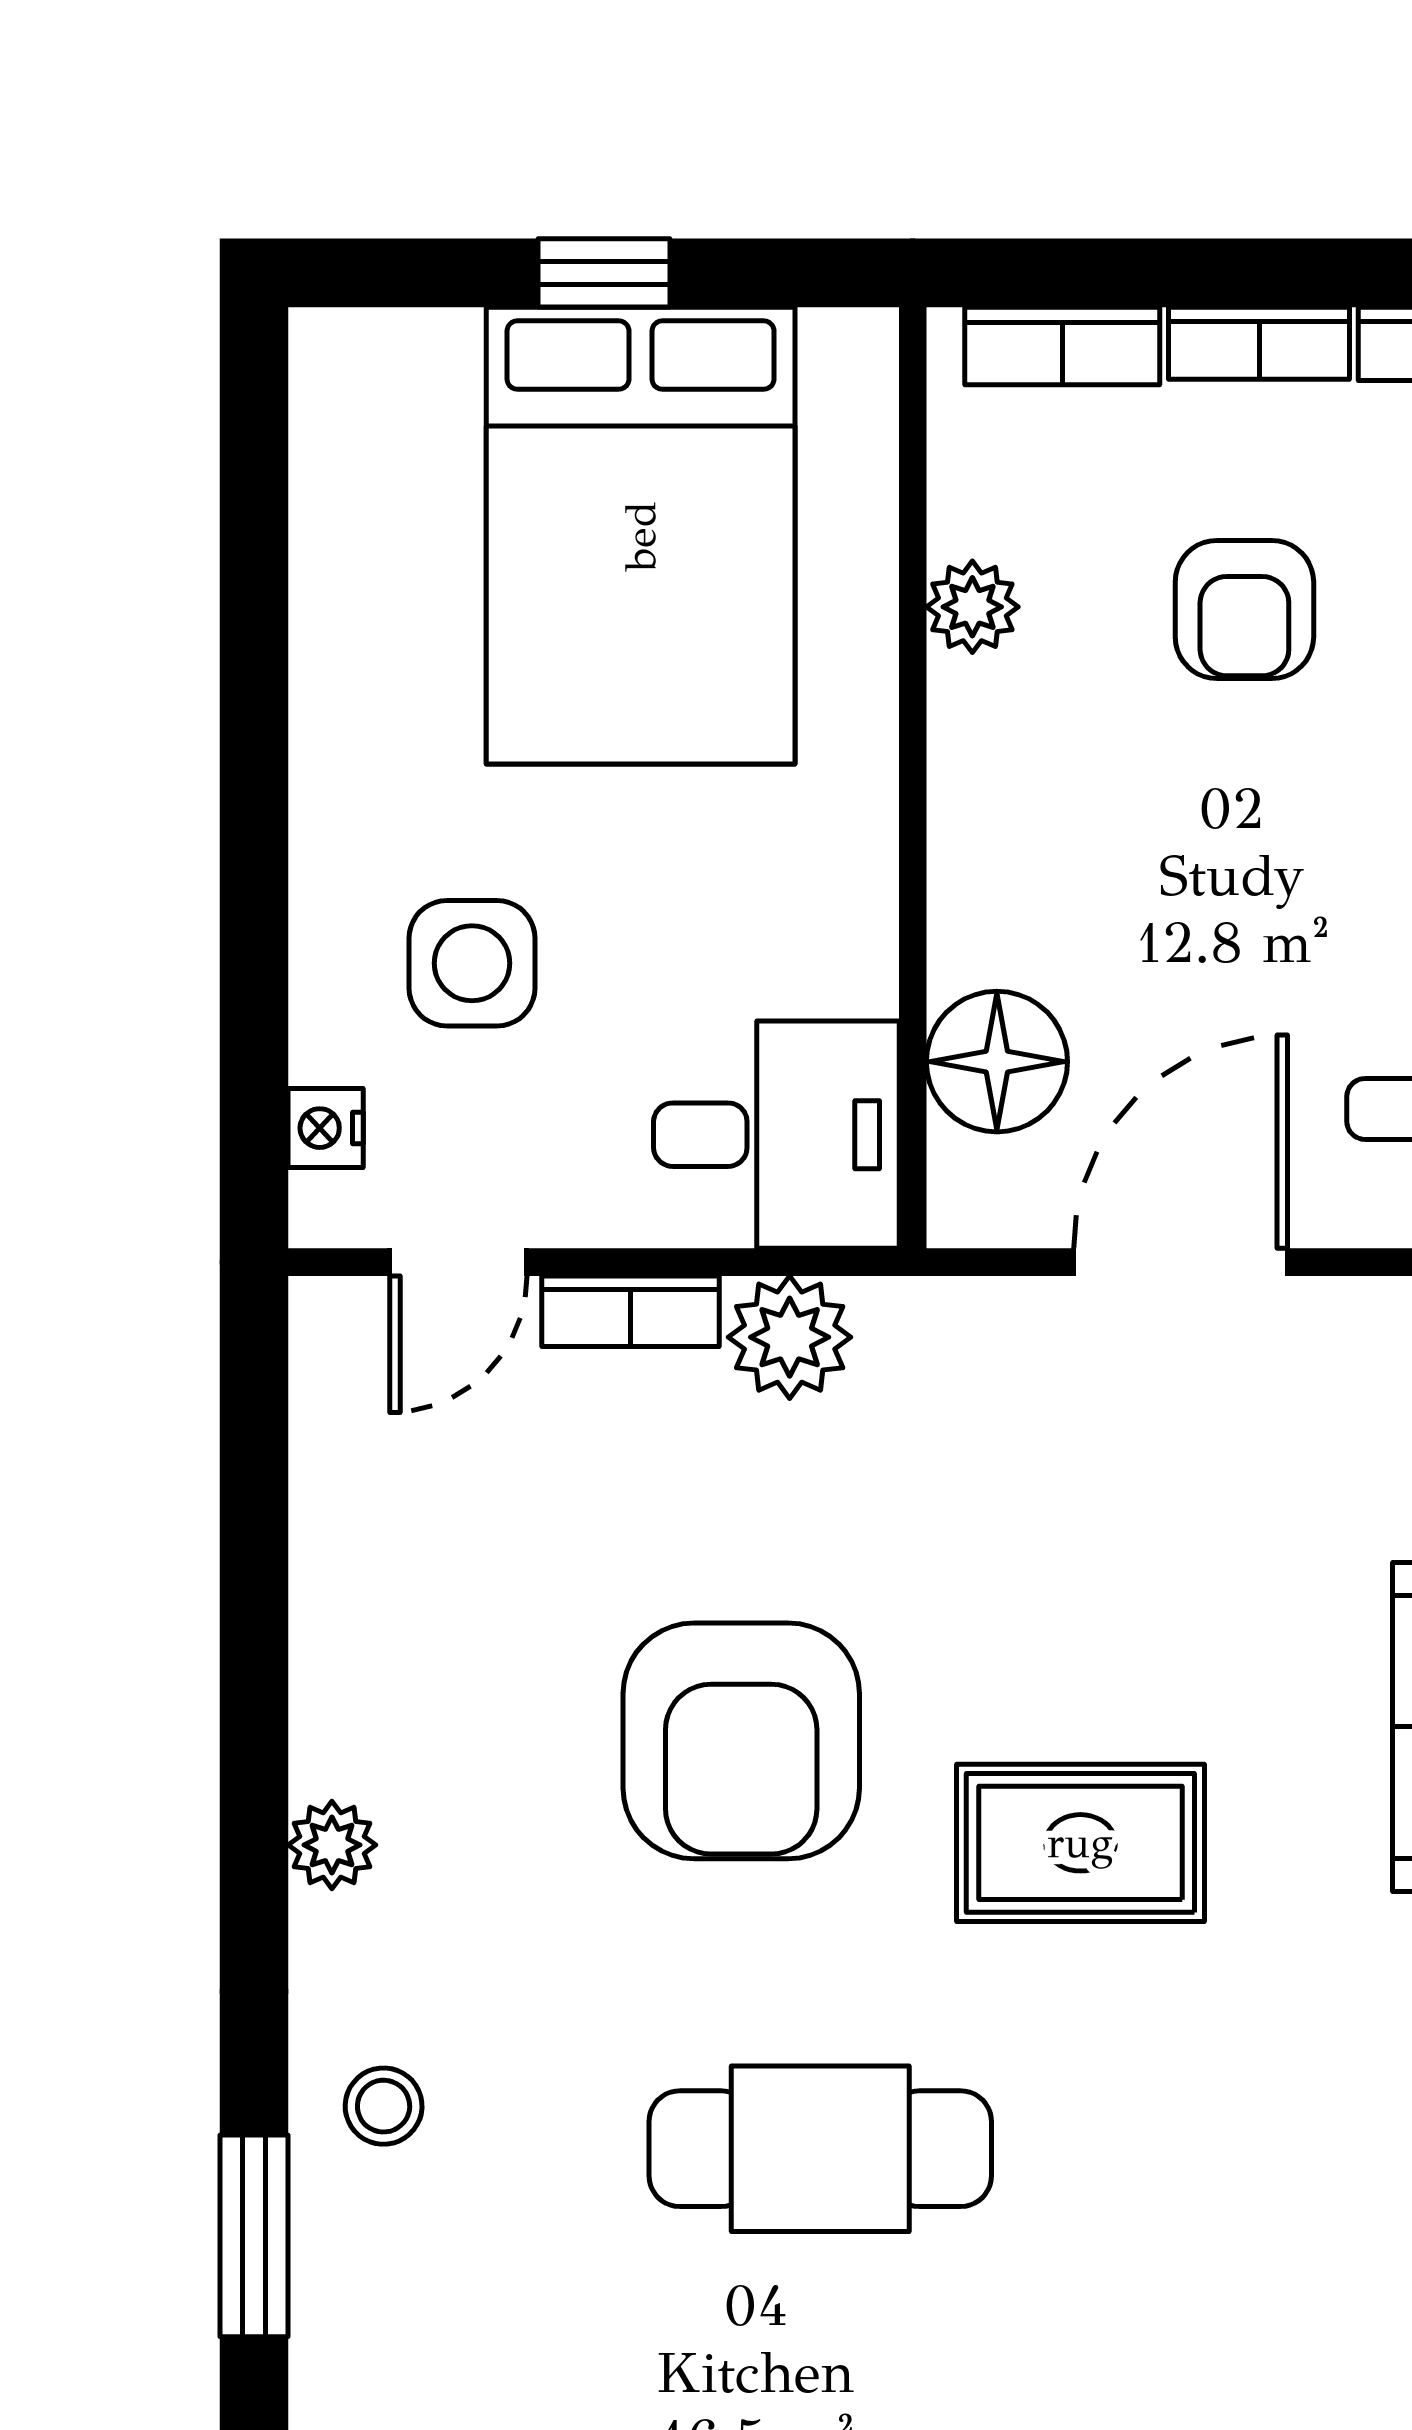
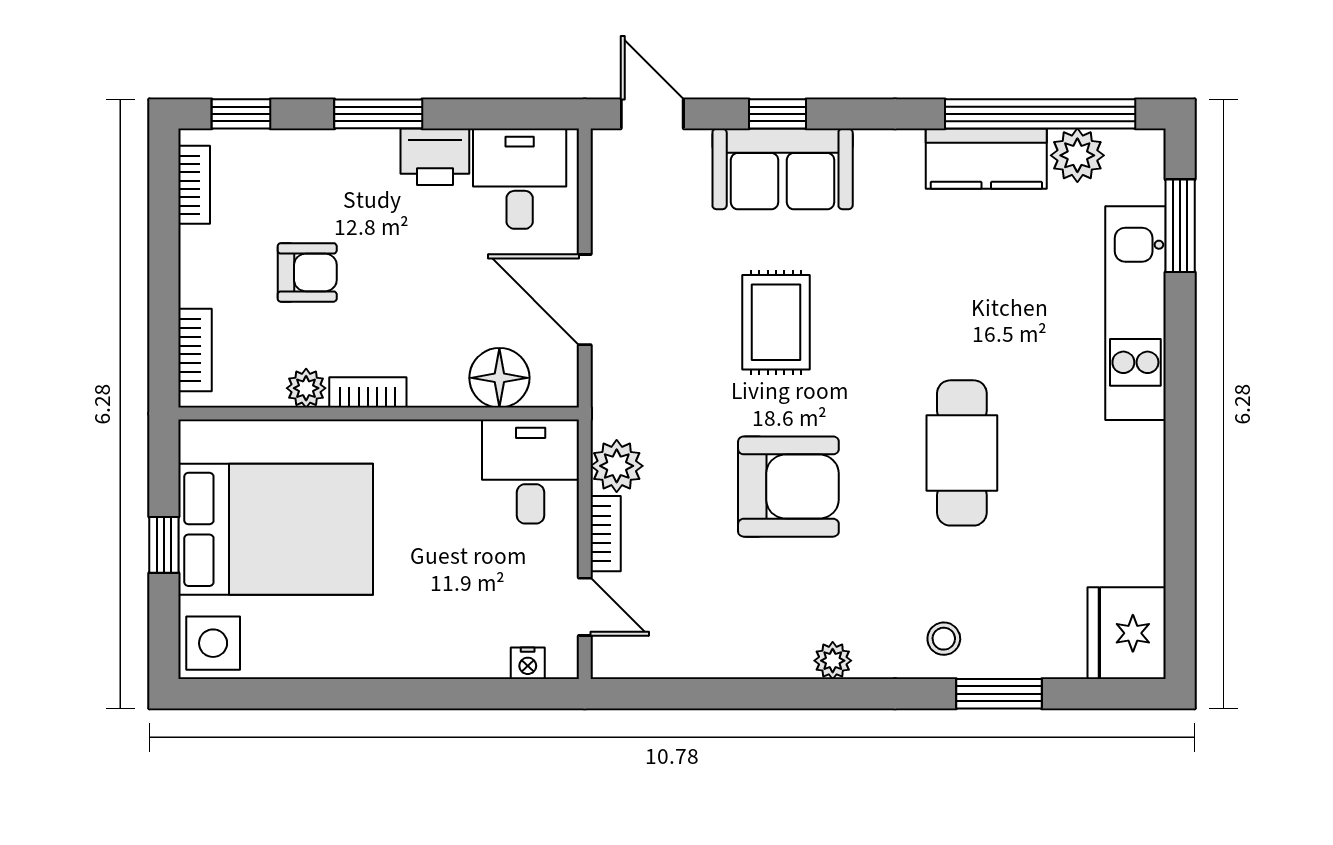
bookcase: (1259, 343) -> (368, 392), moved, turned -90
side table: (472, 963) -> (213, 643), moved
rug: (1080, 1843) -> (776, 322), moved

